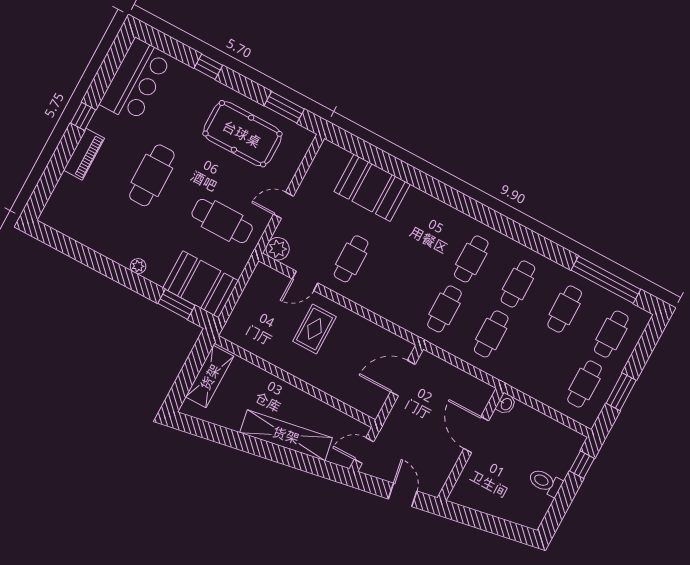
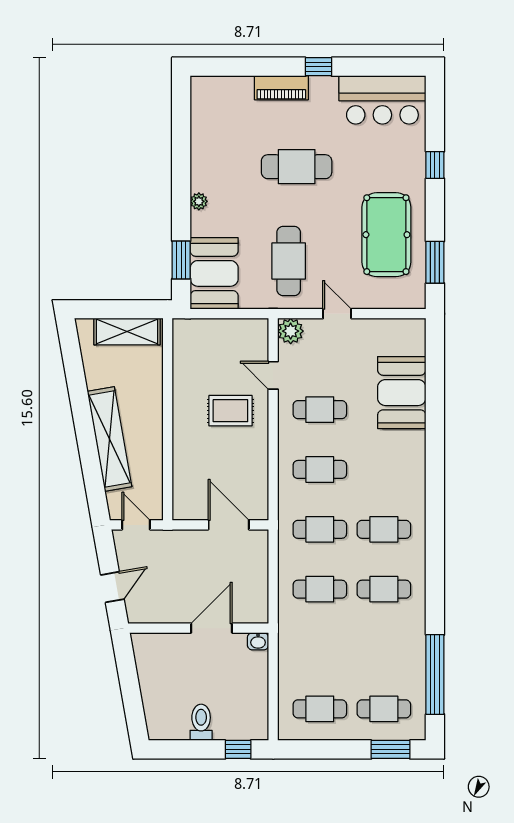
cafe table: (565, 309) -> (320, 469), moved
window: (621, 392) -> (391, 749), moved

